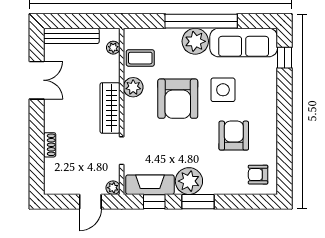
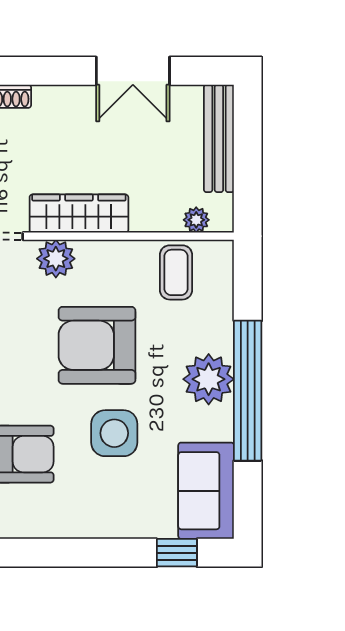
sofa: (244, 43) -> (206, 491), width x0.73
plant: (133, 87) -> (56, 259), moved

